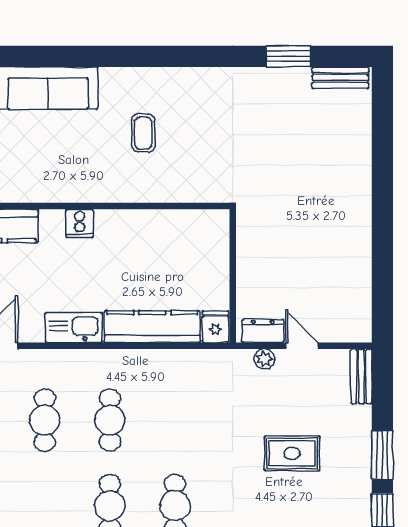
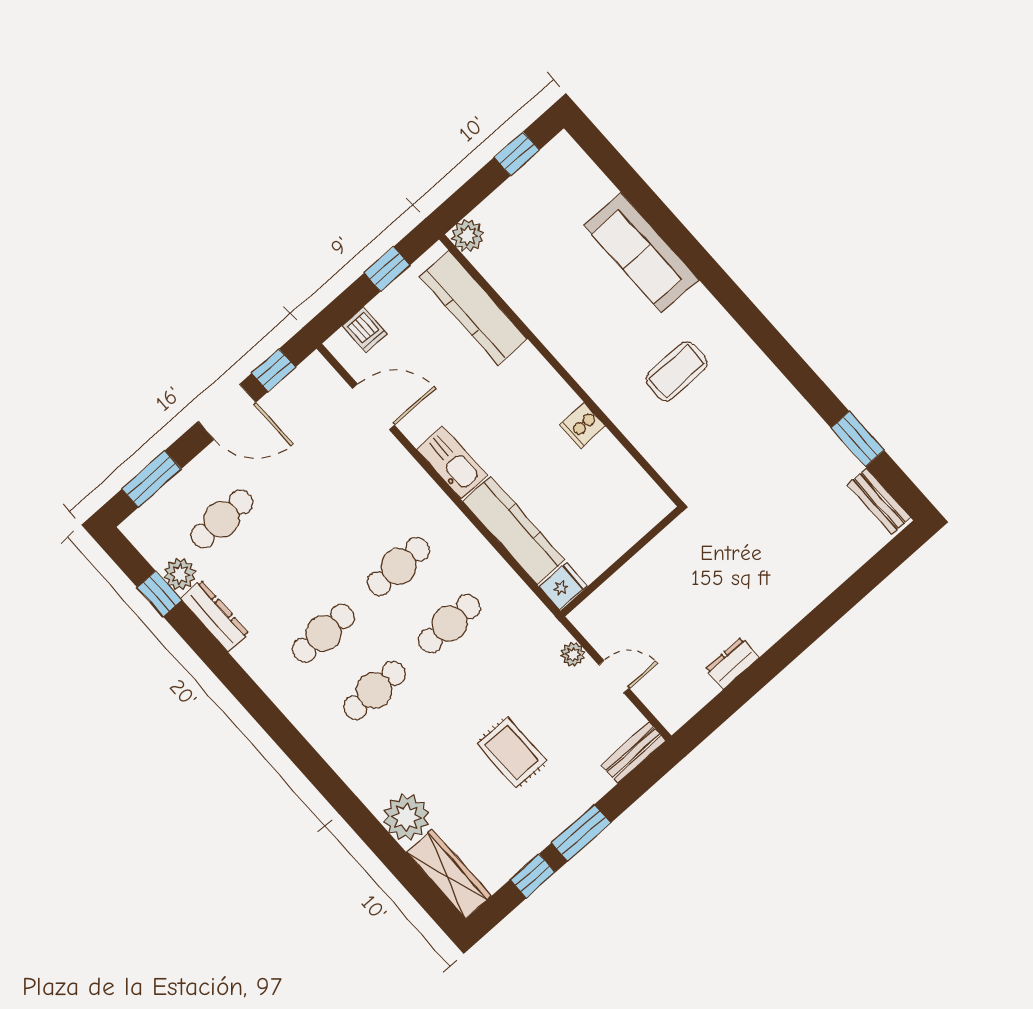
coffee table: (143, 133) -> (677, 371), width x1.36, depth x1.30
cooker: (80, 223) -> (583, 426), moved
dresser: (263, 331) -> (732, 663), moved, turned -90
door: (302, 346) -> (614, 677), hinge flipped
cafe table: (45, 420) -> (449, 624), moved

